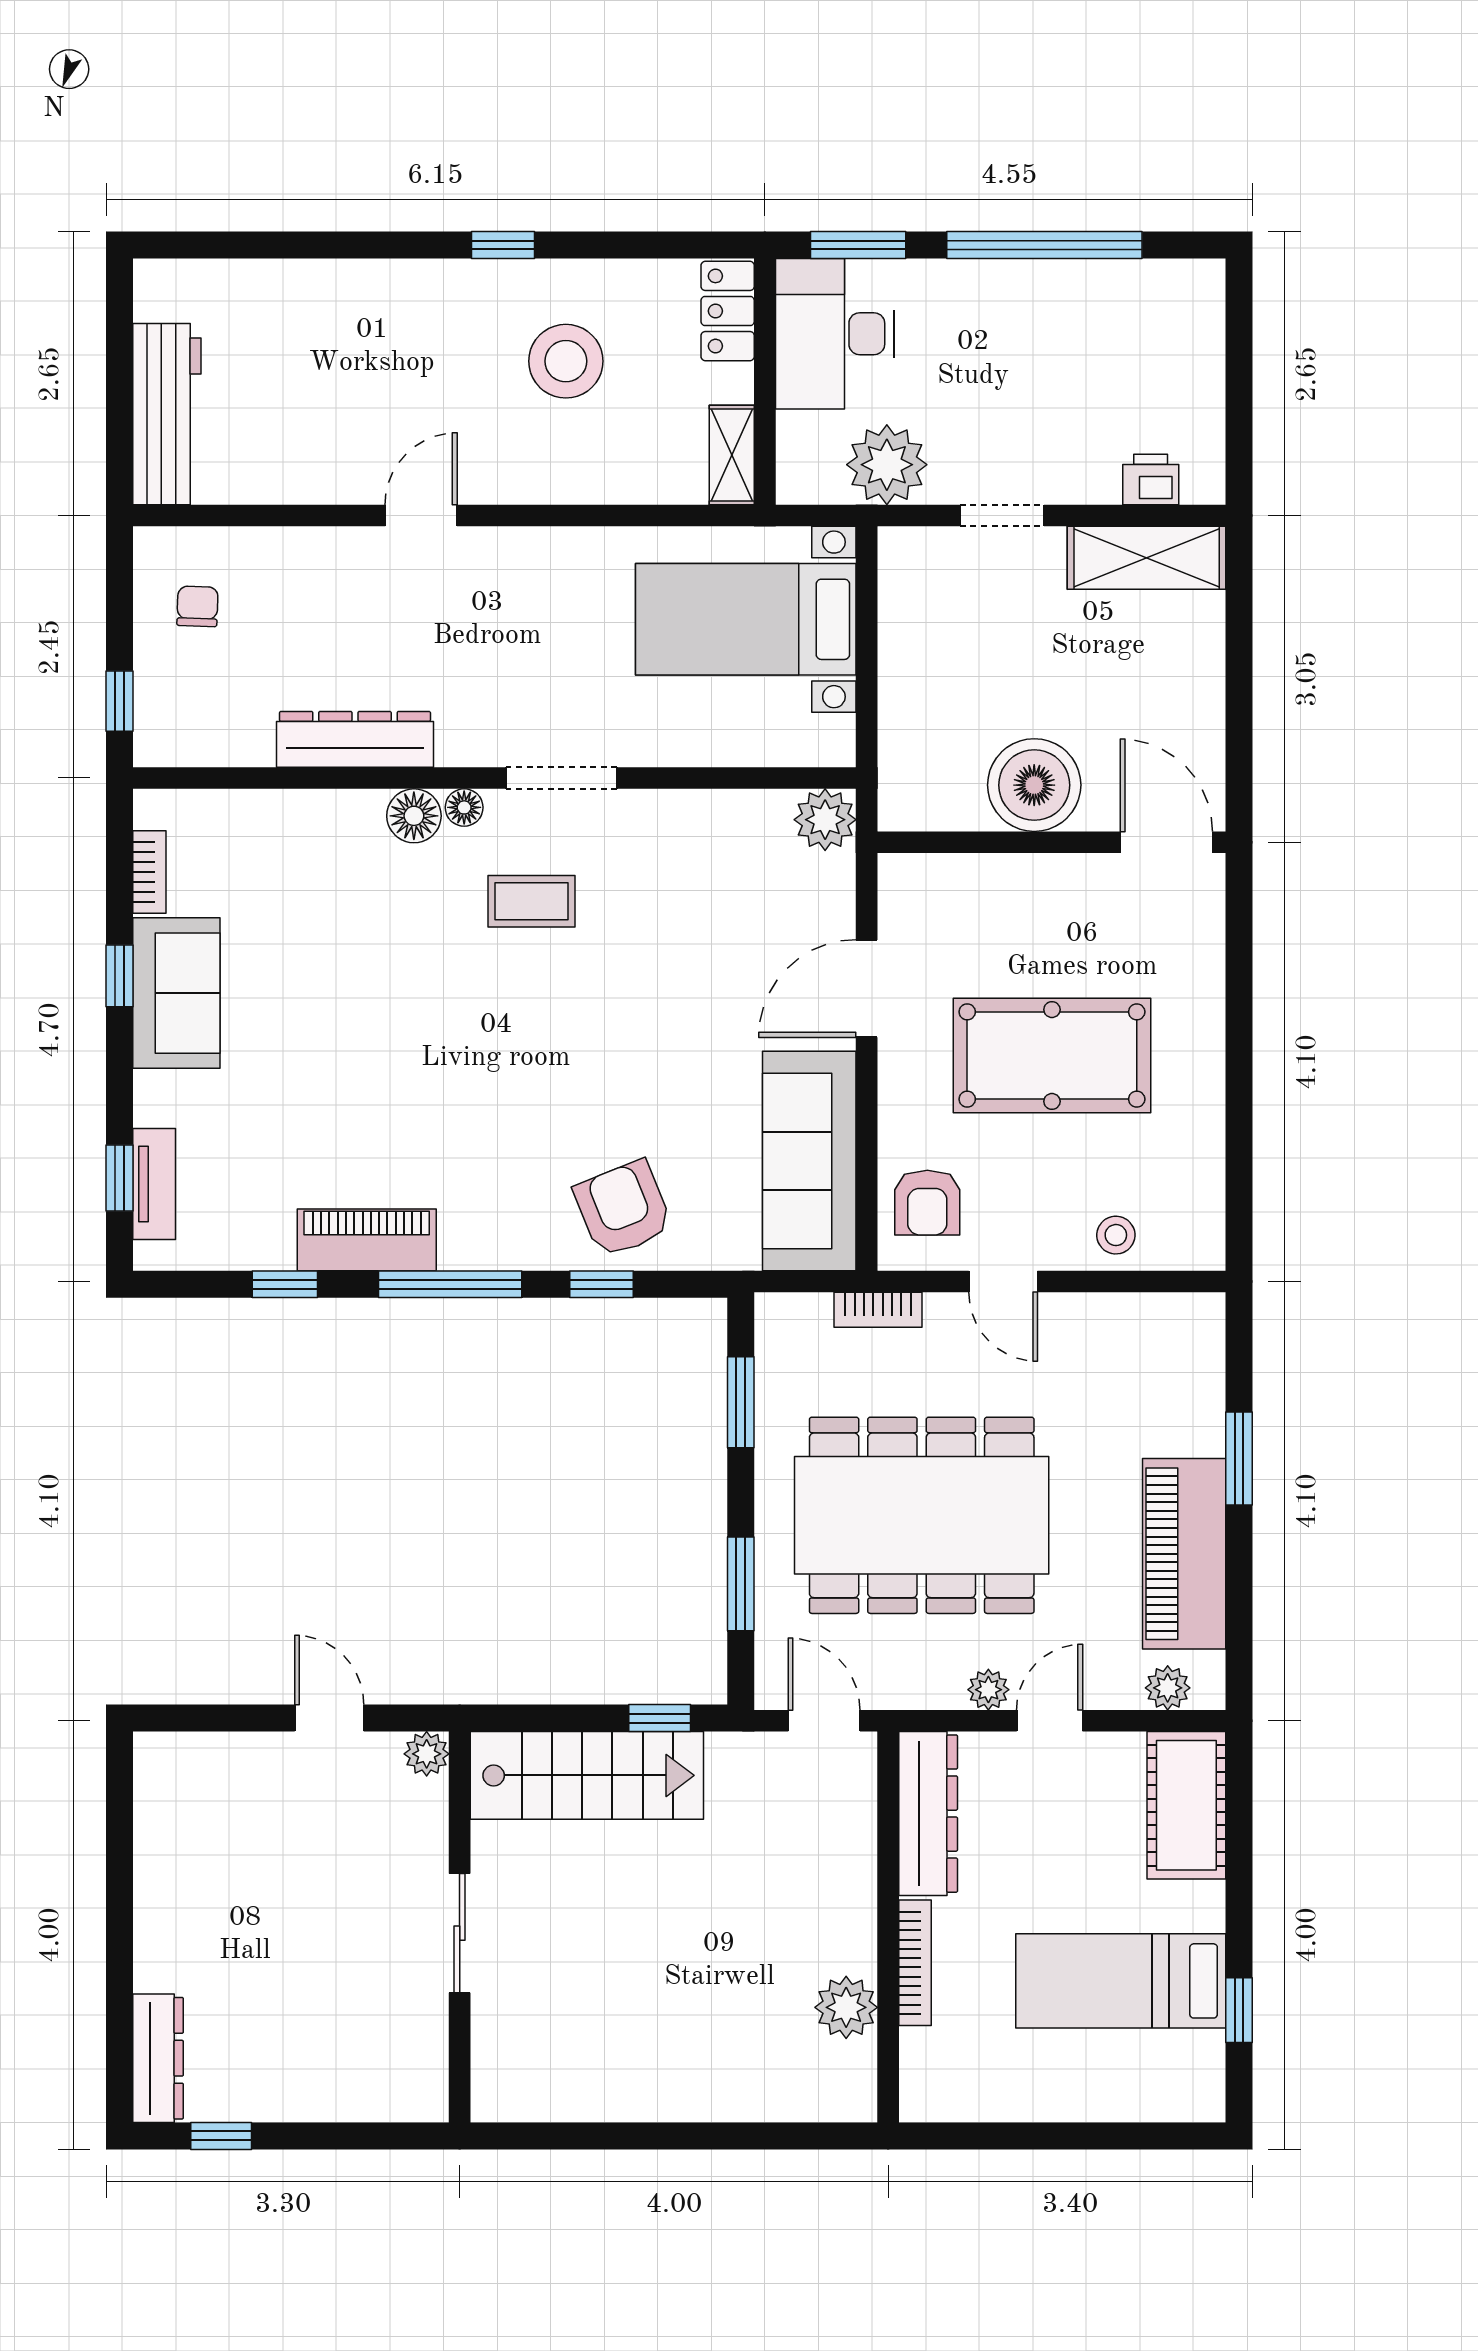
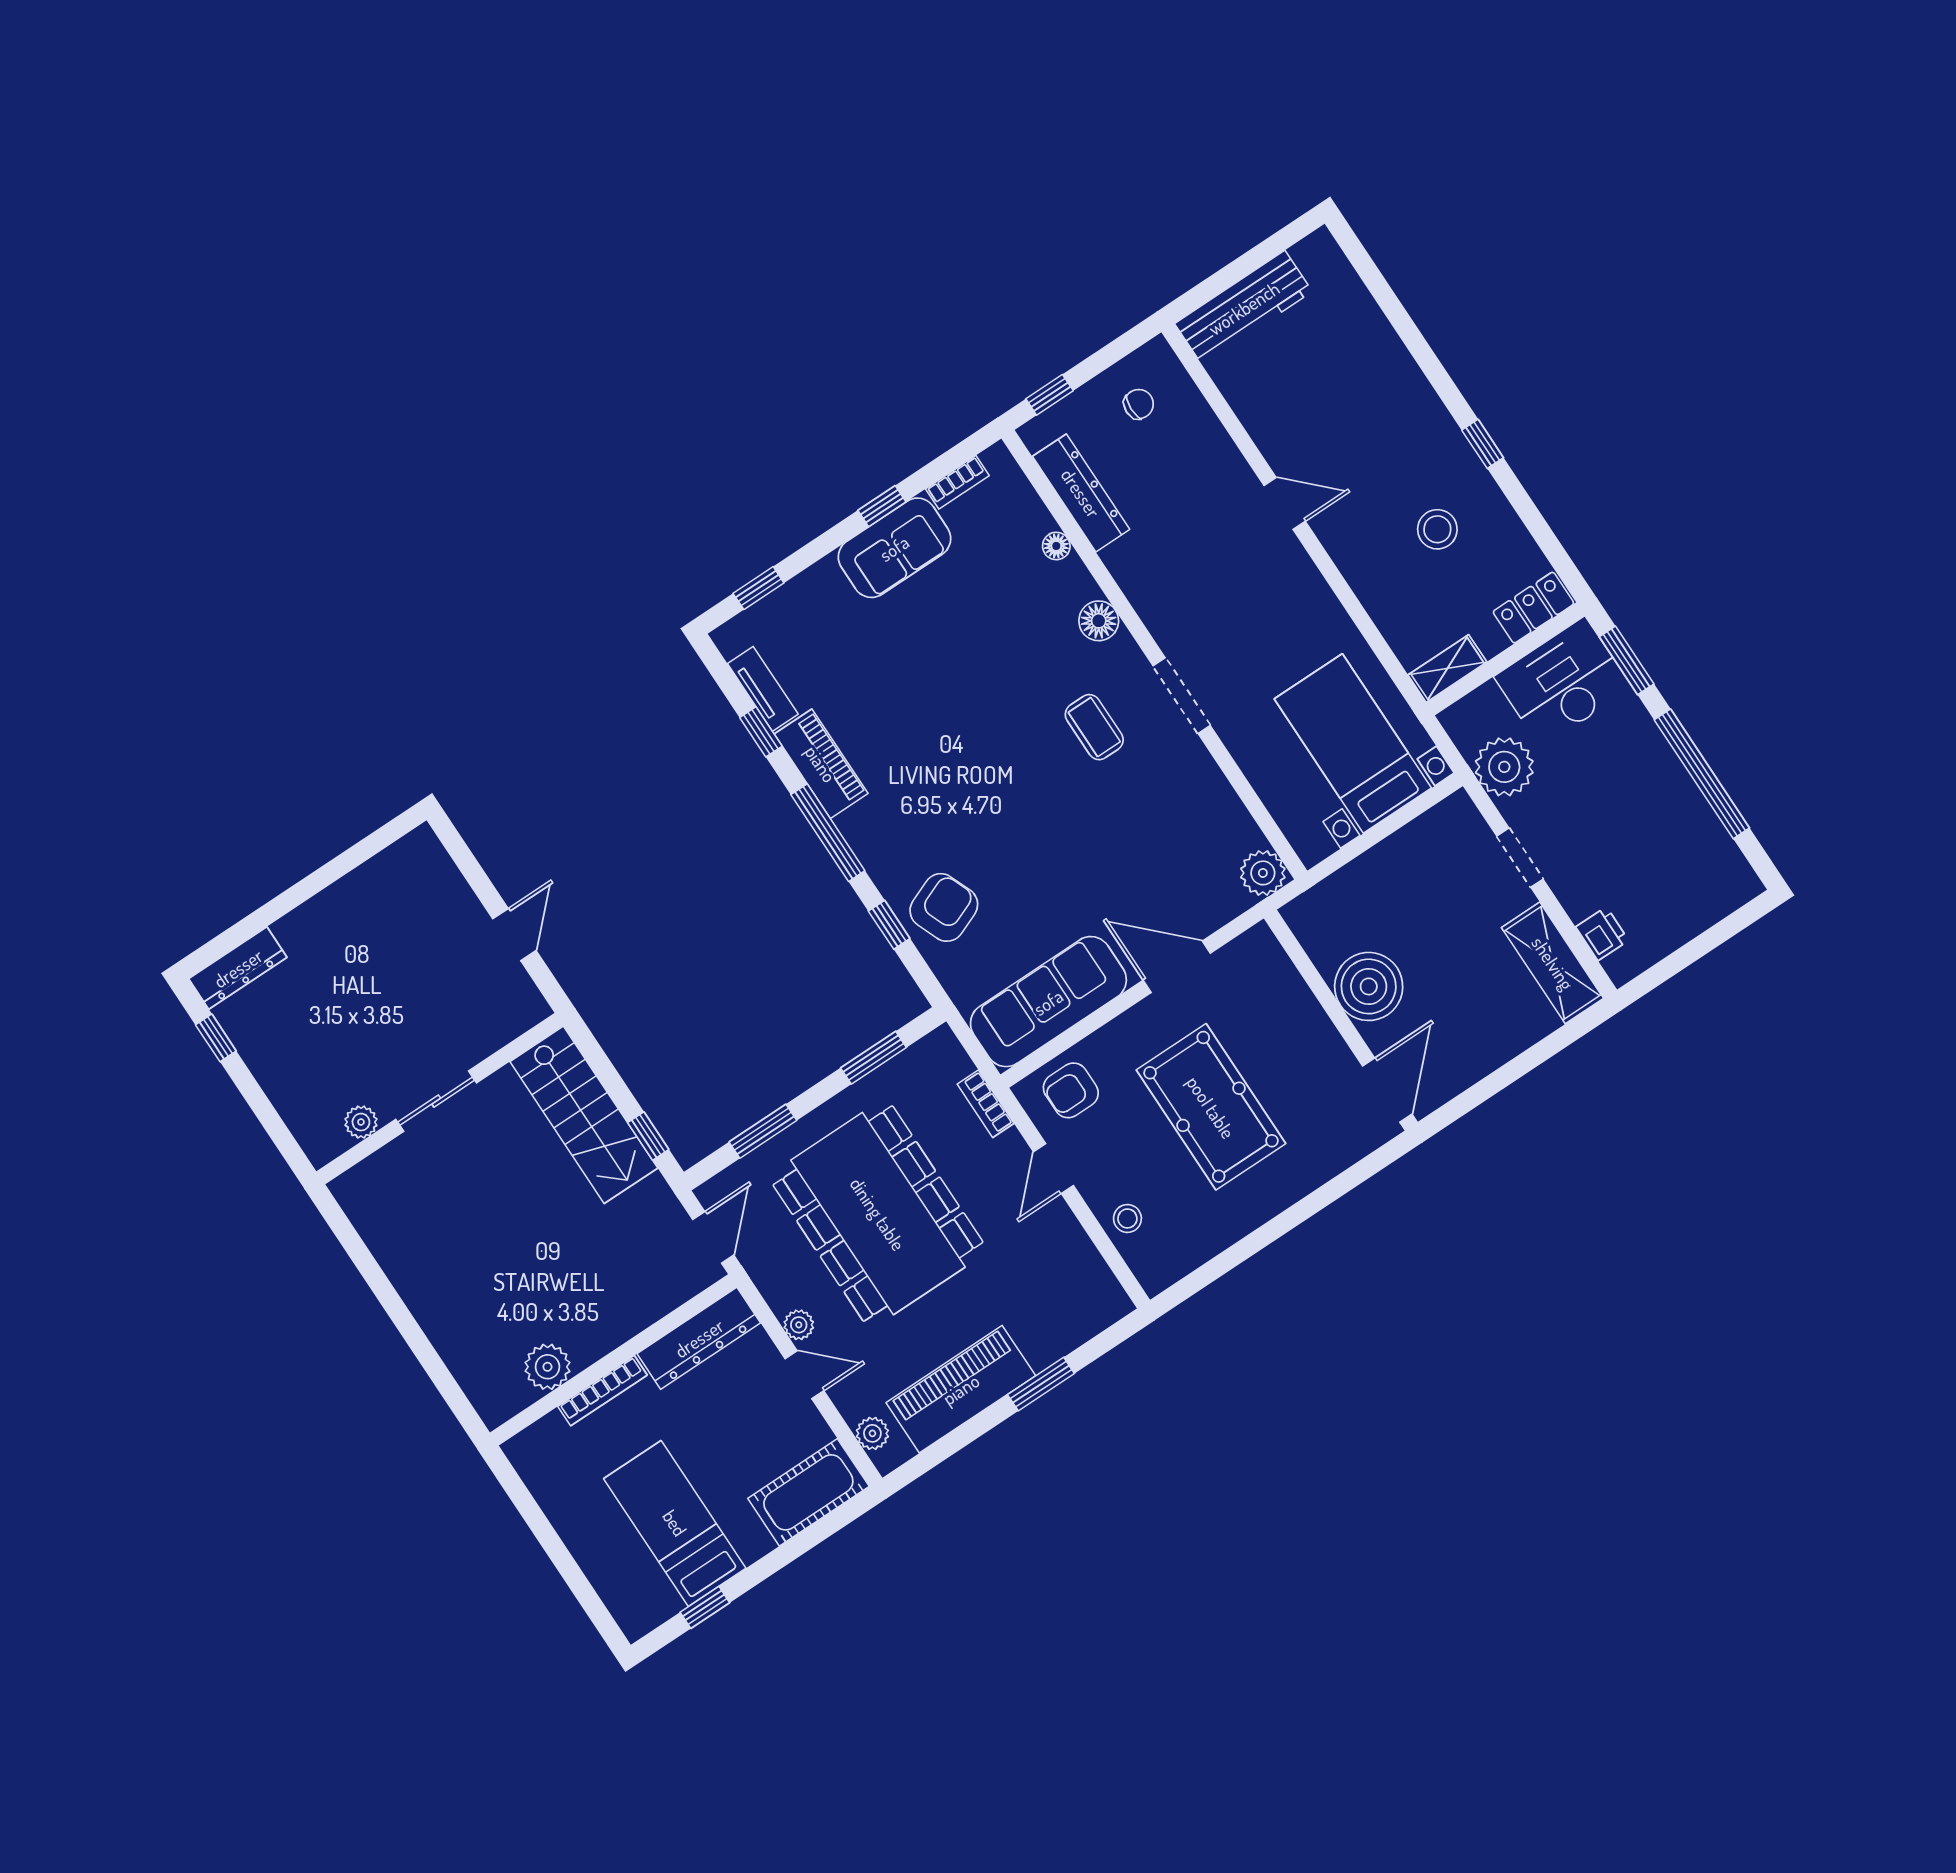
stool: (566, 361) -> (1437, 529), width x0.73, depth x0.73
dresser: (355, 739) -> (1081, 493), moved
floor lamp: (464, 807) -> (1056, 546), moved
tv unit: (154, 1184) -> (763, 689), moved, turned -90
plant: (427, 1754) -> (361, 1122), moved

